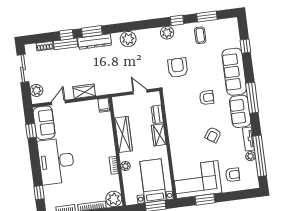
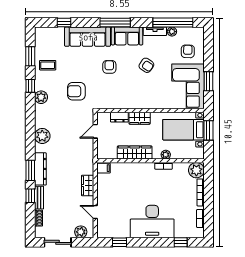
sofa: (44, 123) -> (113, 229), removed

